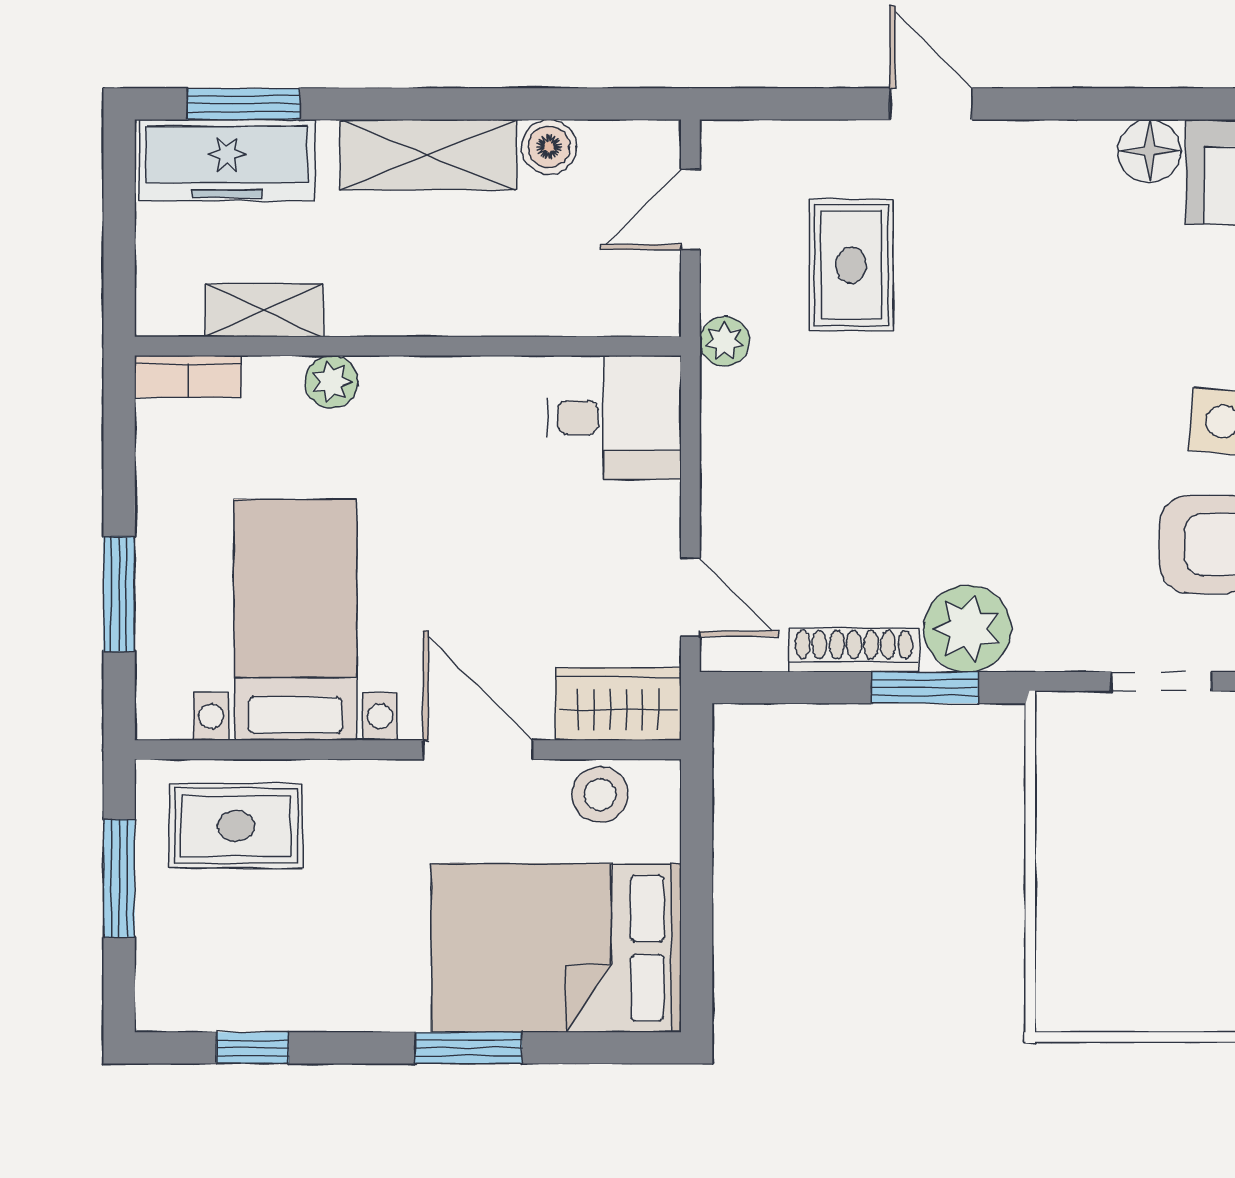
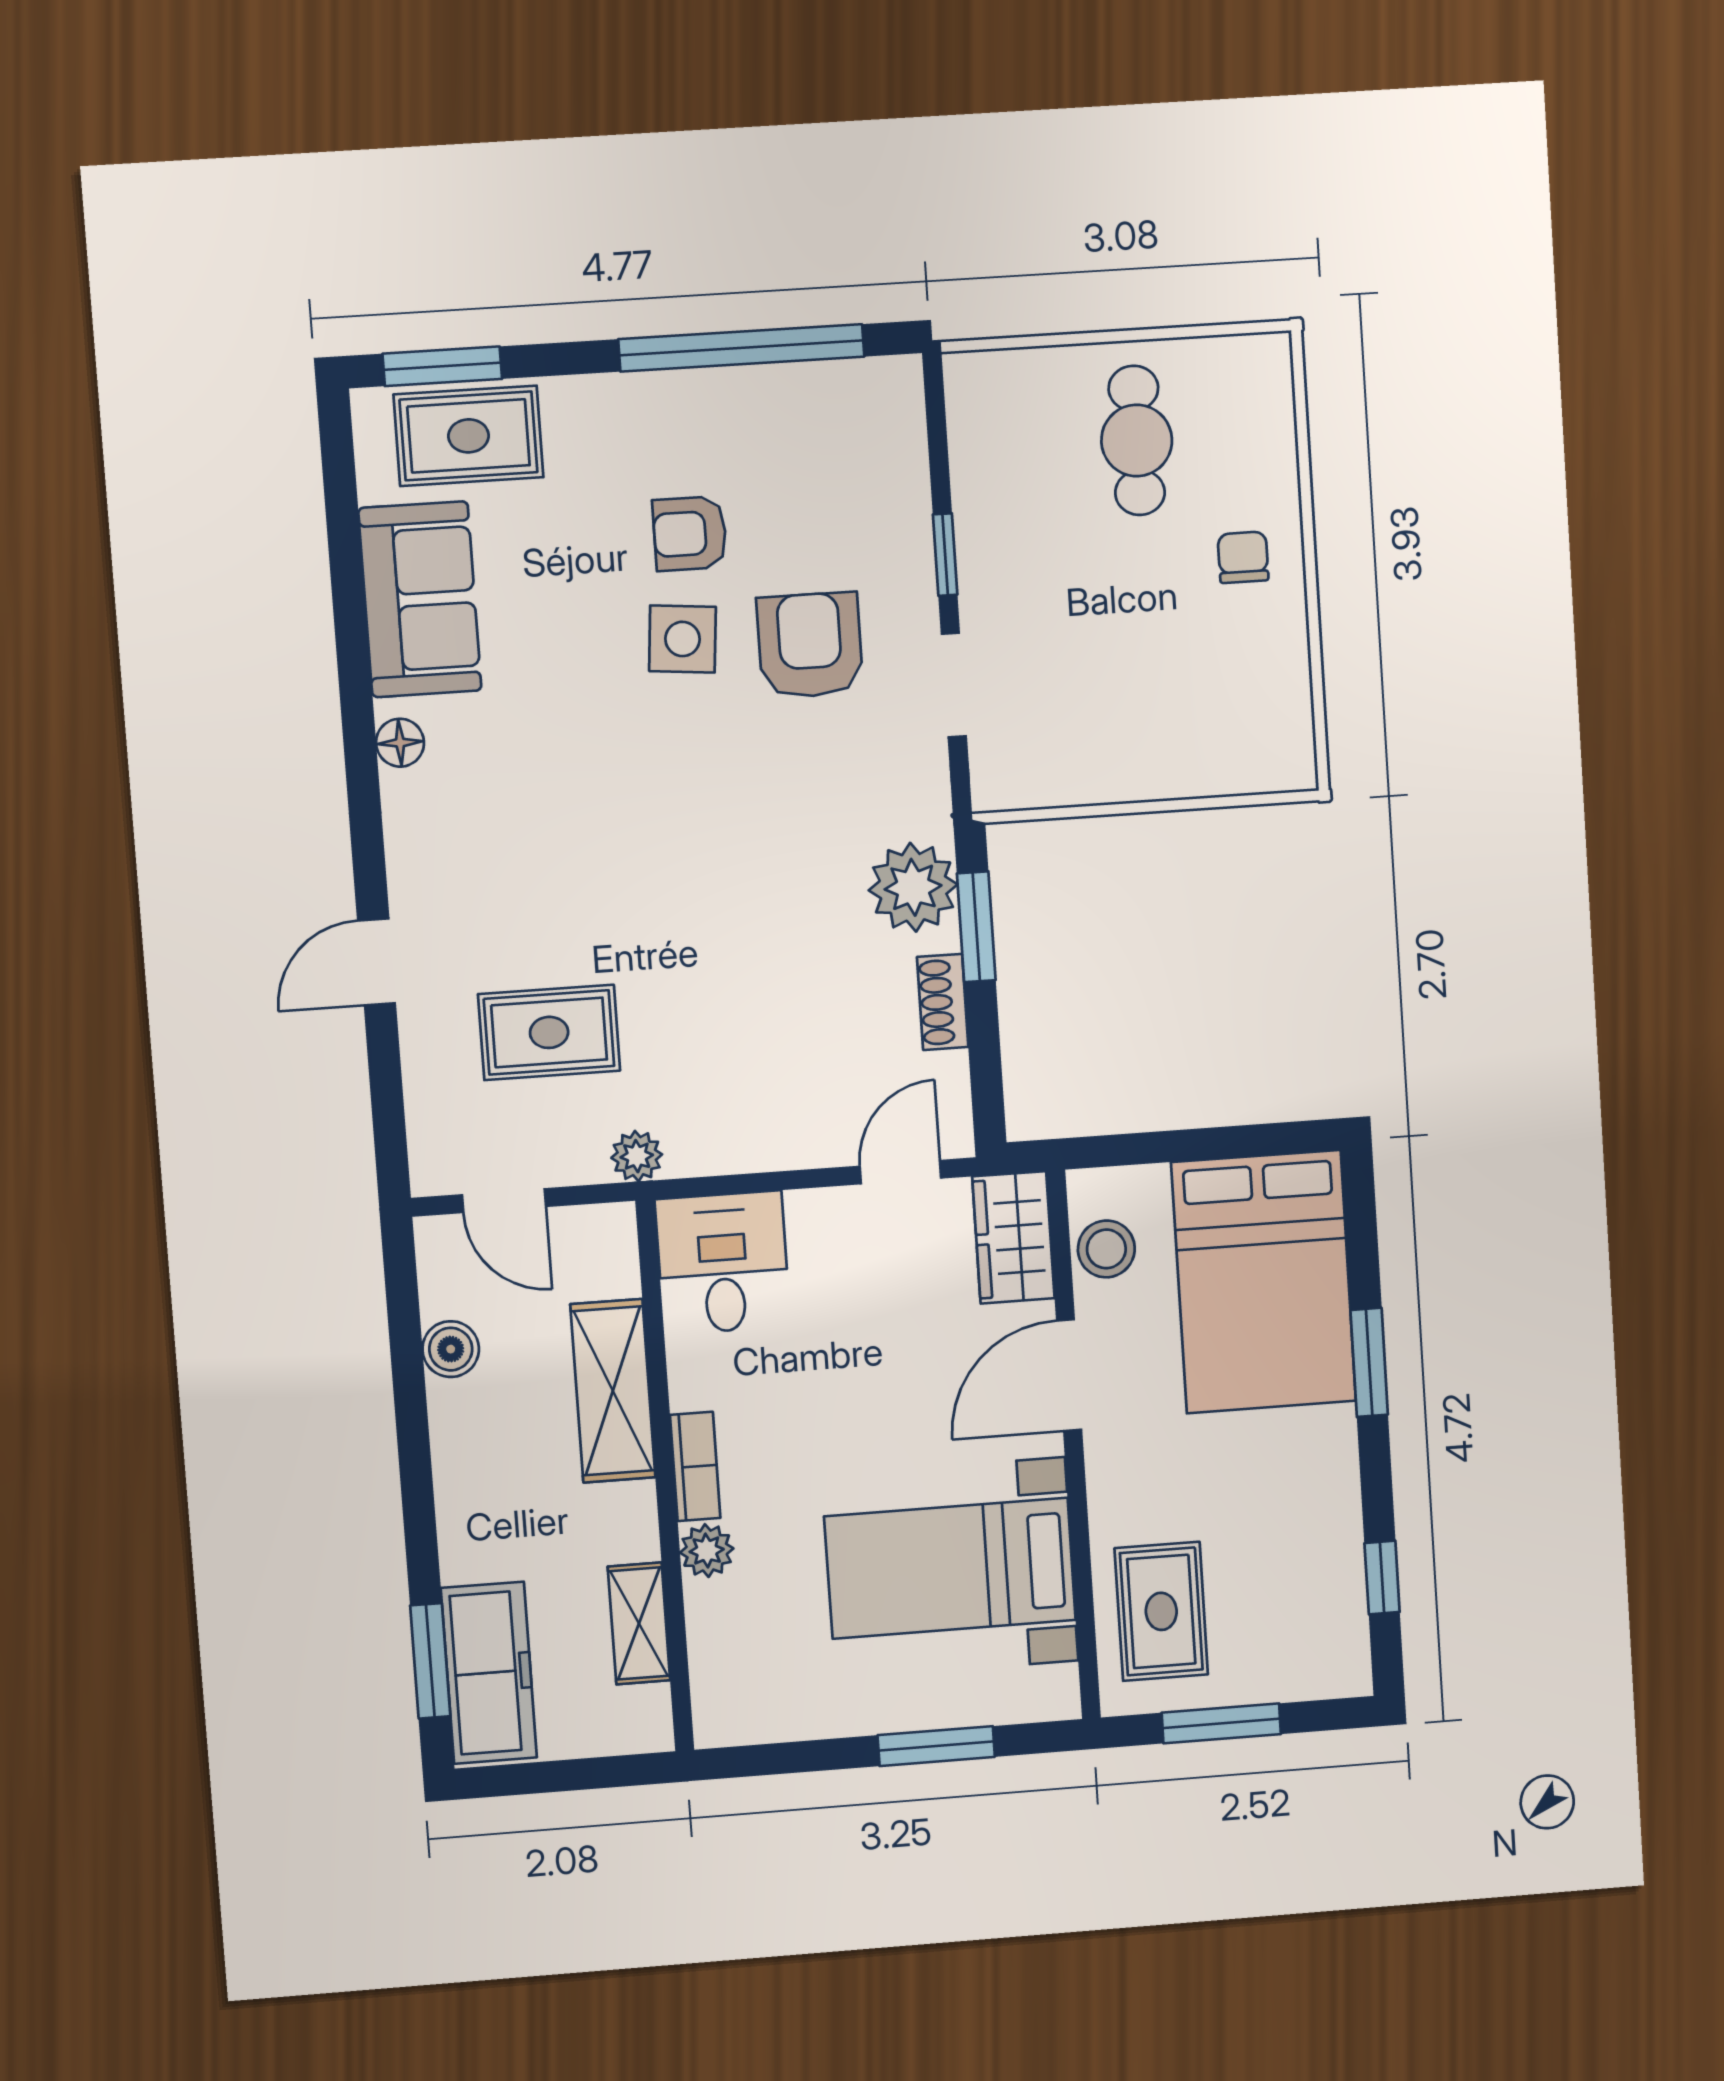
floor lamp: (1149, 151) -> (400, 743), width x0.73, depth x0.73
shelving: (428, 155) -> (613, 1391), moved
bookcase: (188, 377) -> (695, 1466), moved
shoe rack: (854, 650) -> (943, 1002), width x0.70

